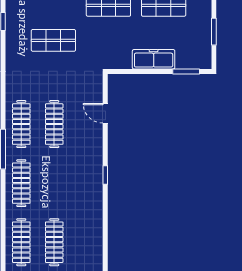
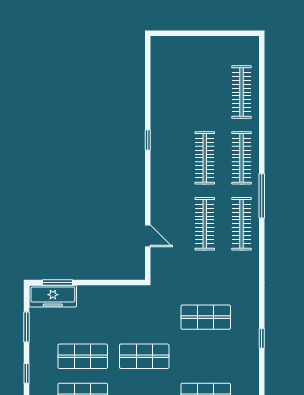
freezer: (154, 59) -> (53, 296), moved
window: (105, 175) -> (148, 140), moved
clothes rail: (54, 242) -> (205, 158), moved

